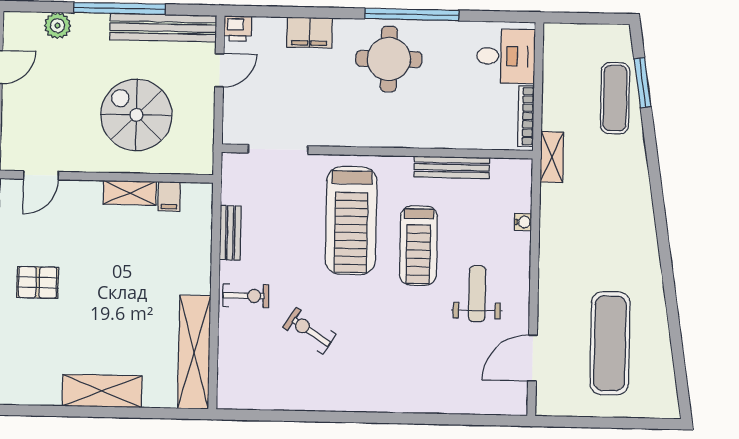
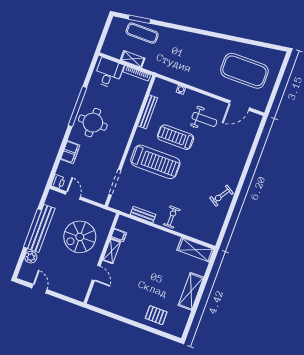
bench: (163, 28) -> (41, 228), moved
shelving: (552, 157) -> (133, 59), moved
door: (41, 175) -> (96, 273), moved
treadmill: (418, 246) -> (176, 137), turned 180
pallet: (38, 282) -> (156, 315), moved, turned 90
weight bench: (477, 294) -> (204, 119), turned 180
exercise bike: (309, 331) -> (221, 196), moved
exercise mat: (610, 343) -> (244, 71), width x1.47
shelving: (194, 352) -> (195, 250), width x0.68
door: (532, 358) -> (239, 105), hinge flipped

